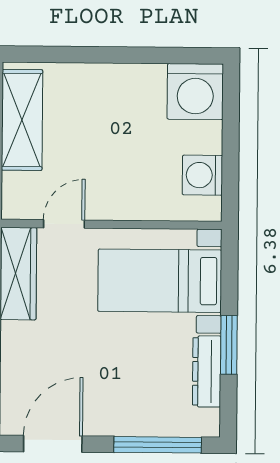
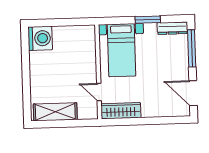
washing machine: (202, 175) -> (76, 34), removed
dresser: (207, 371) -> (172, 28), moved

